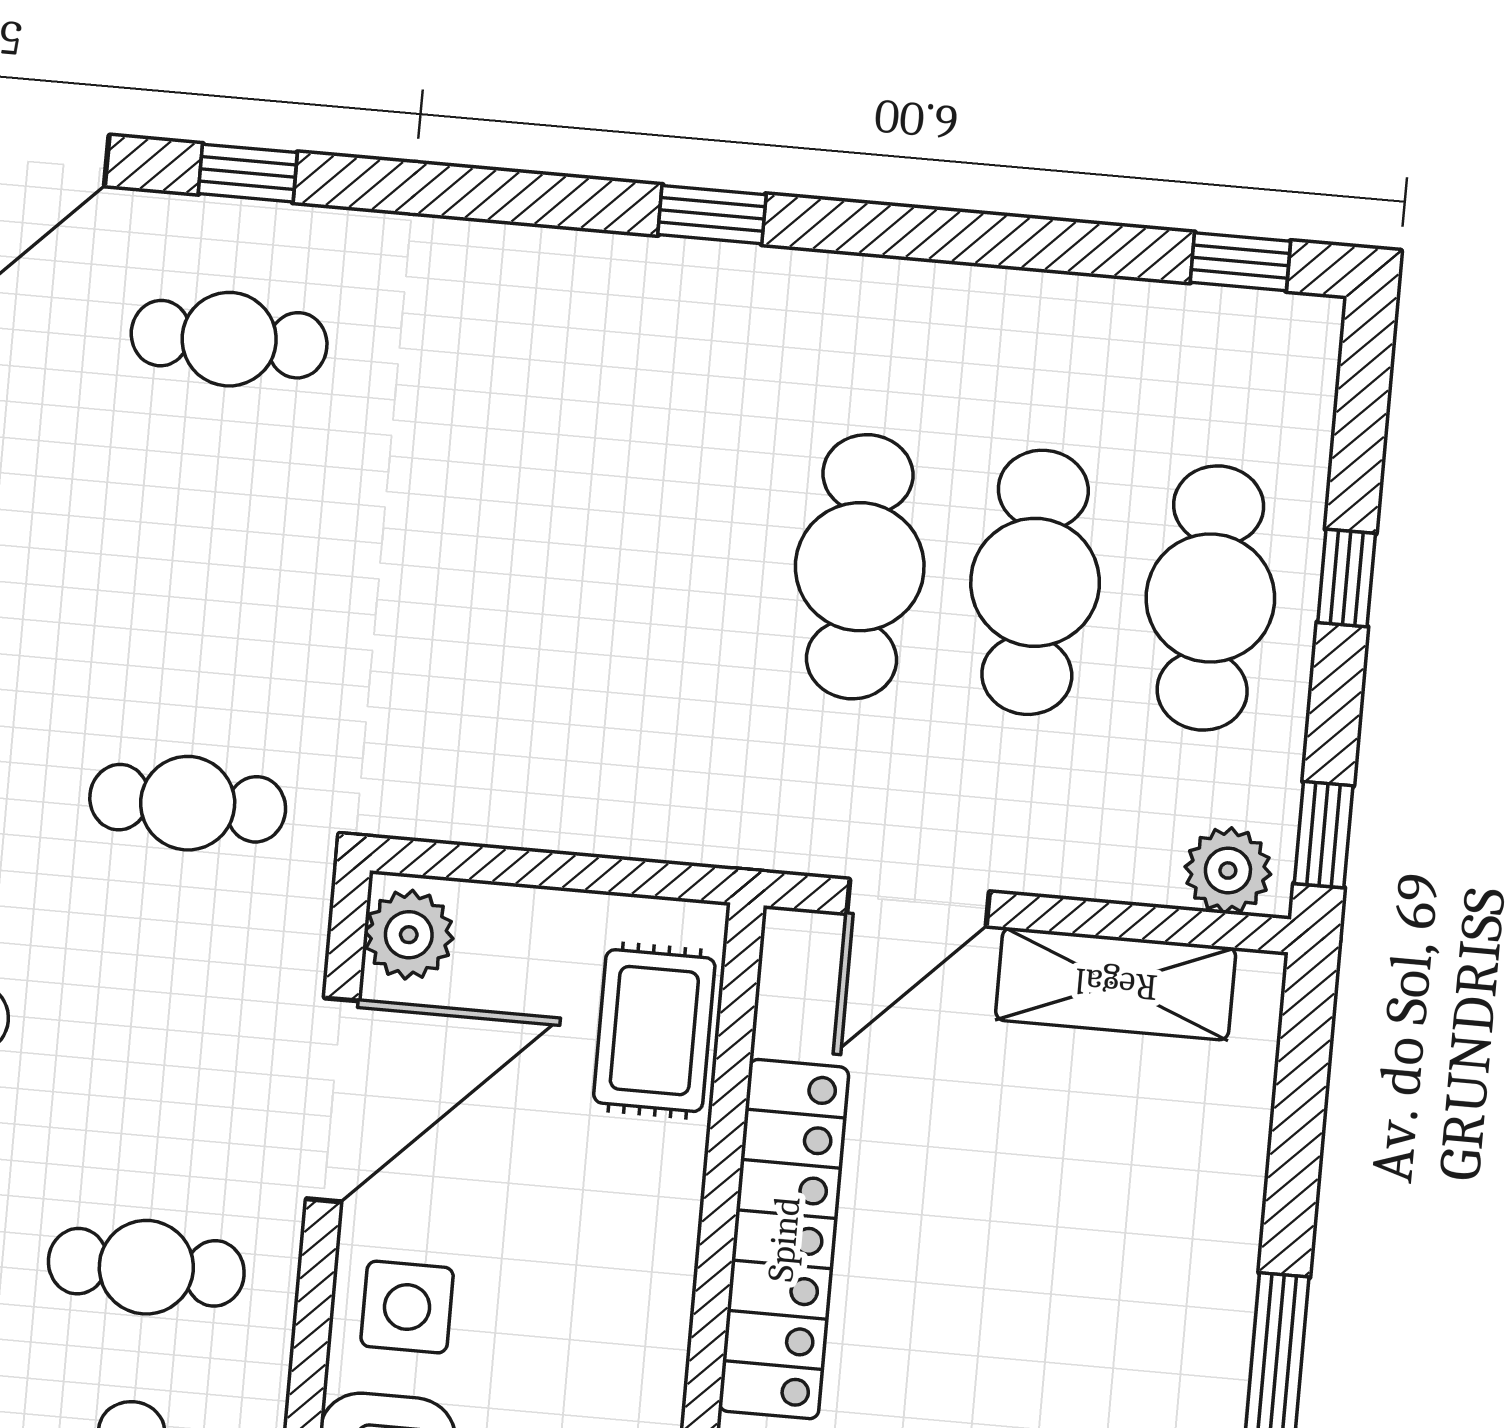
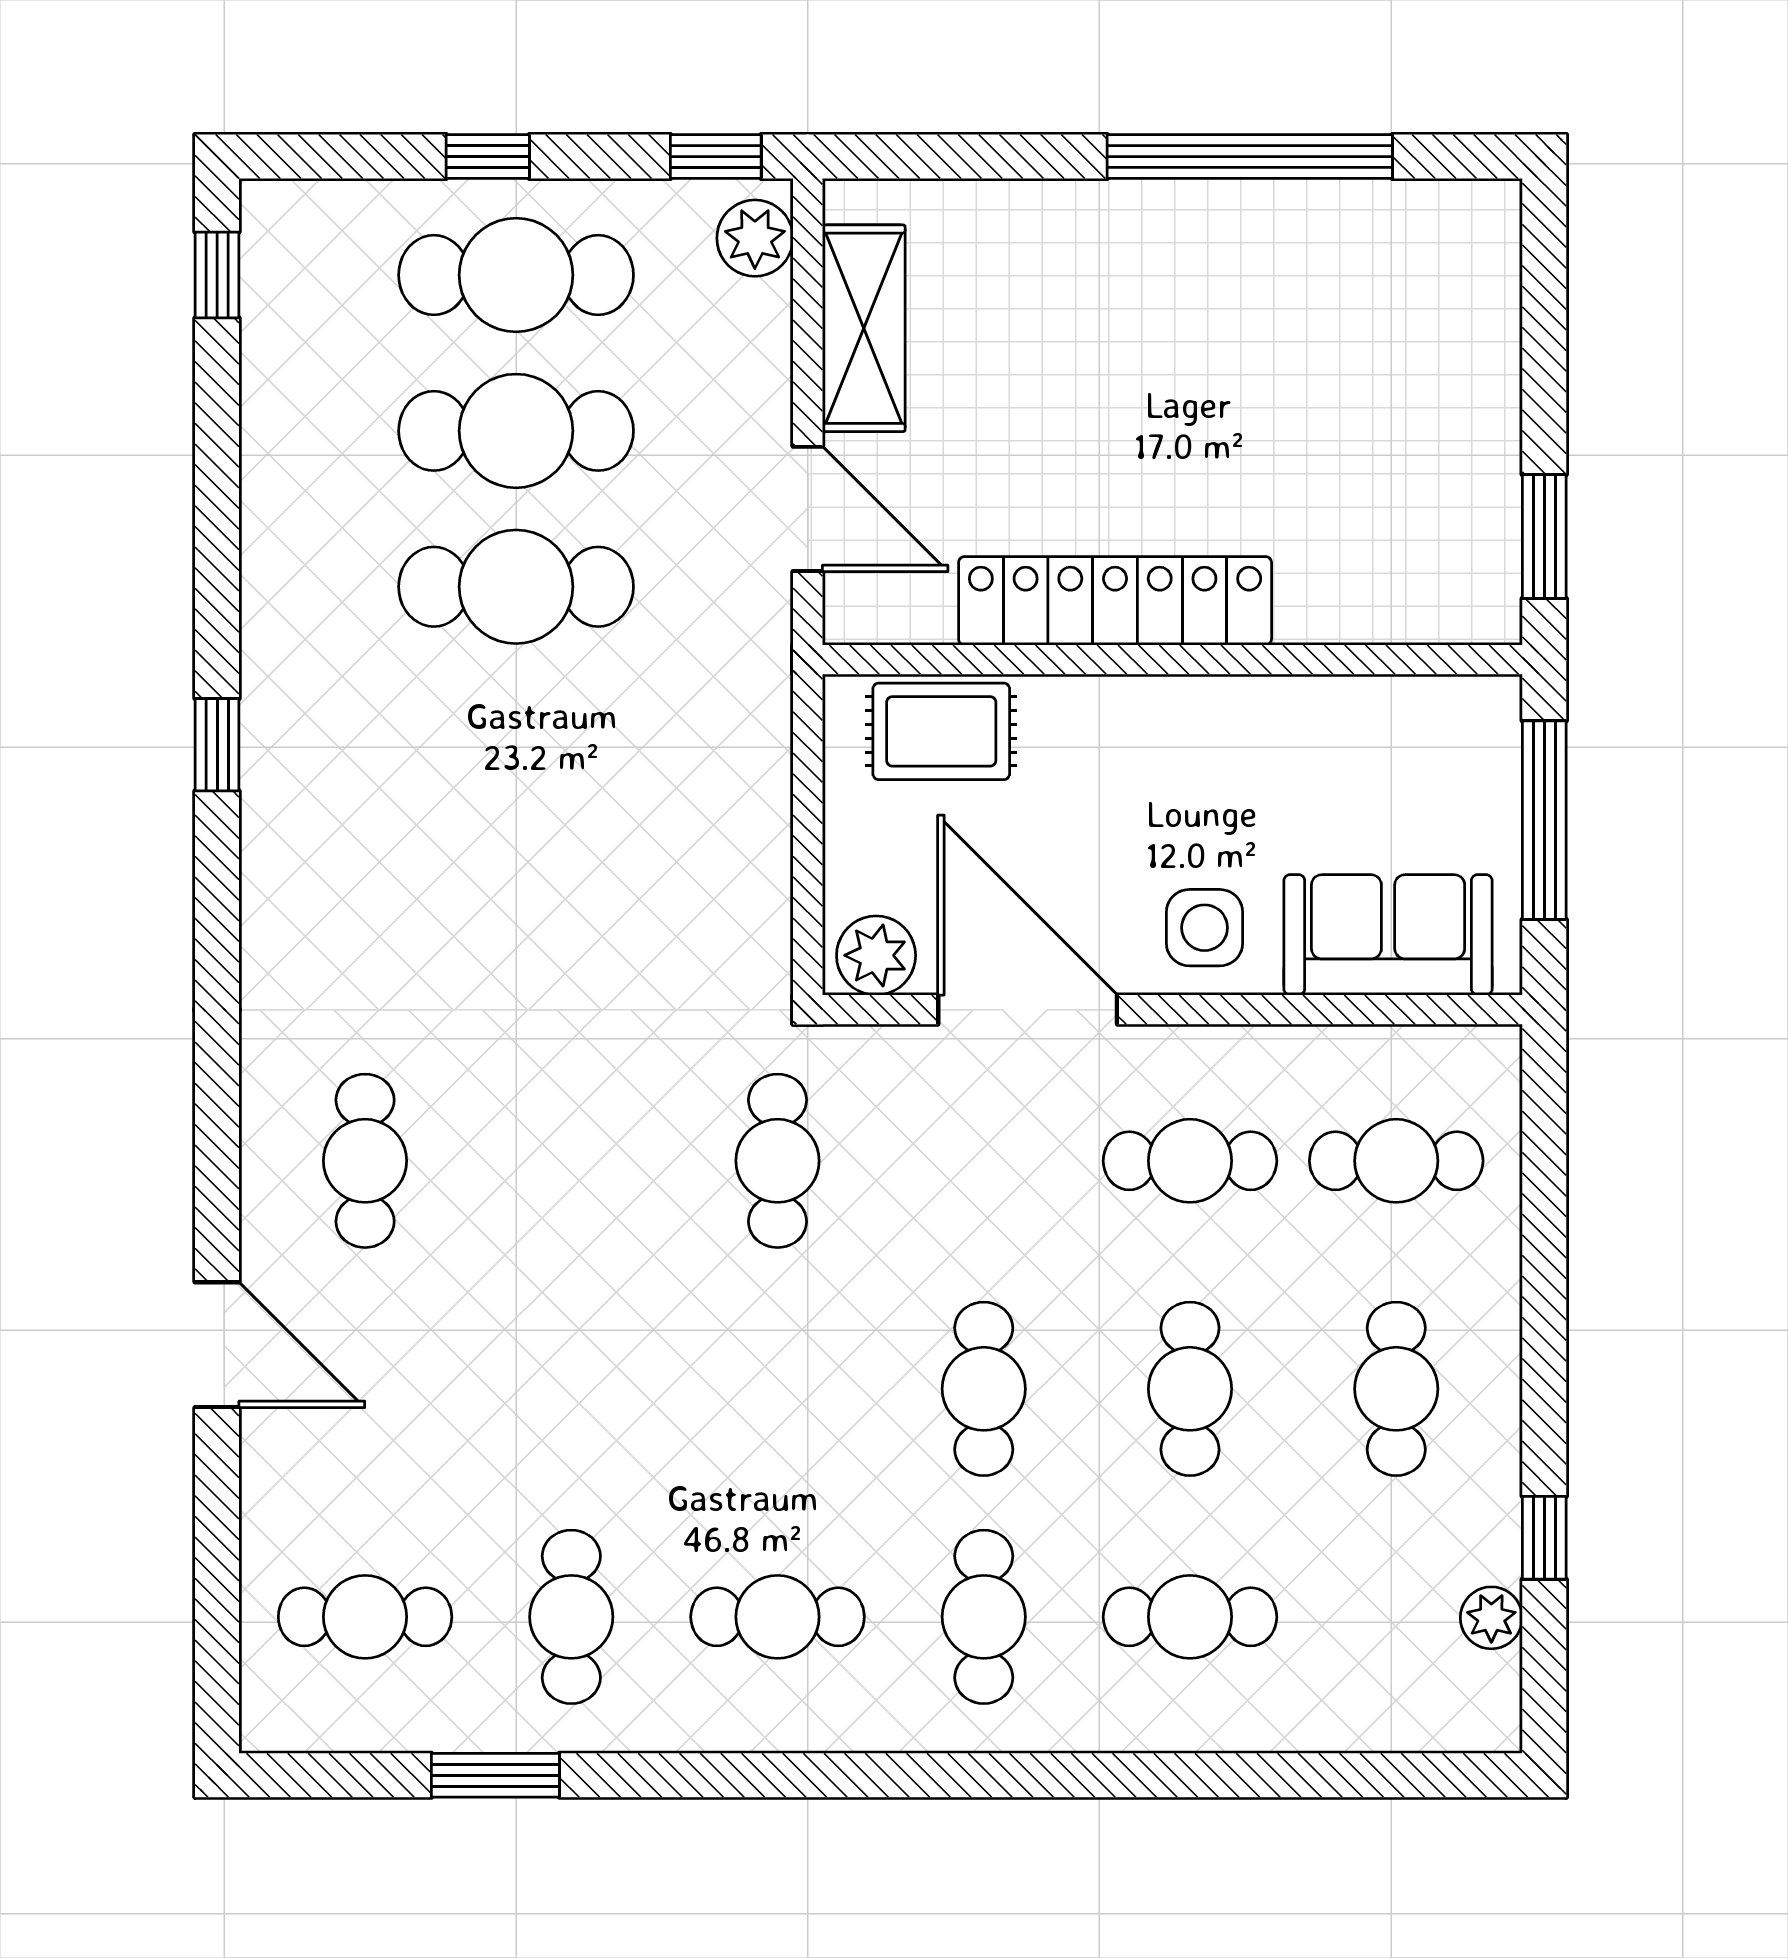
window: (248, 173) -> (217, 1157), removed
cafe table: (146, 1267) -> (1190, 1161), turned 90

